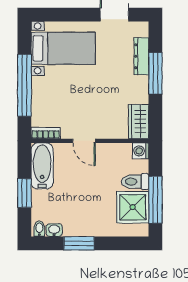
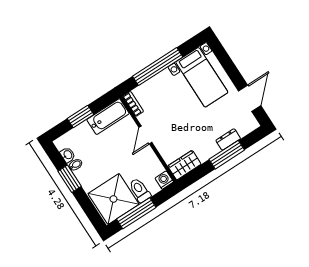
dresser: (141, 56) -> (228, 139), width x0.70
shower: (133, 207) -> (113, 199), width x1.37, depth x1.37
bidet: (39, 229) -> (75, 165), moved

